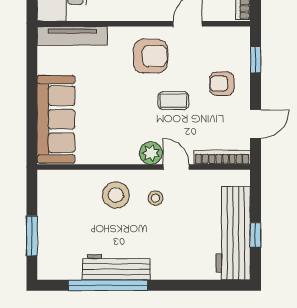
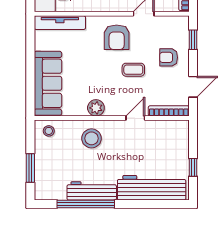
armchair: (150, 56) -> (117, 37), turned 90
plant: (151, 153) -> (96, 108), moved
door: (176, 167) -> (135, 118), hinge flipped
stool: (155, 198) -> (49, 131), moved
workbench: (233, 233) -> (152, 188), moved, turned 90

